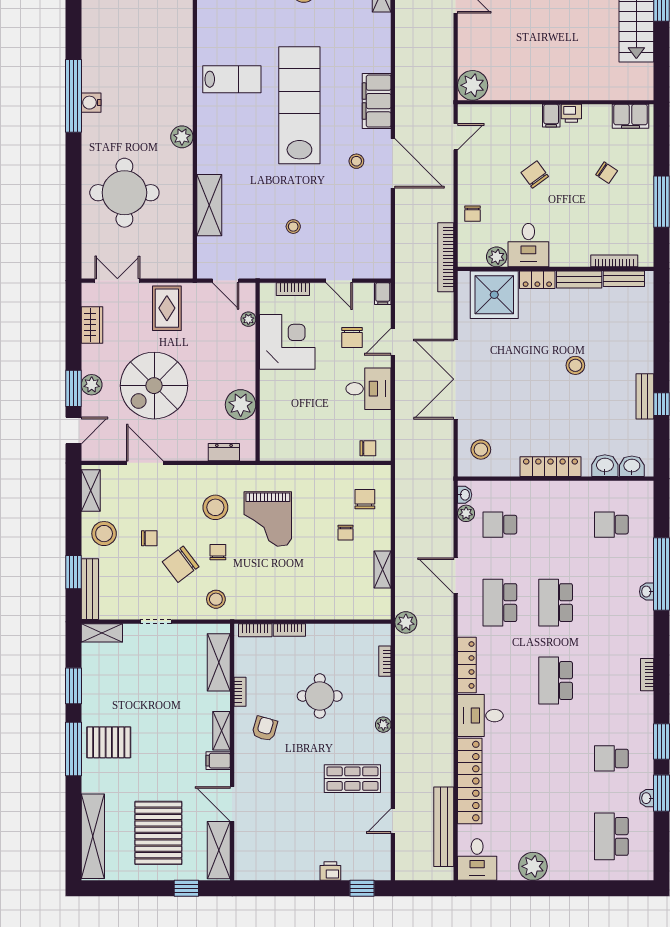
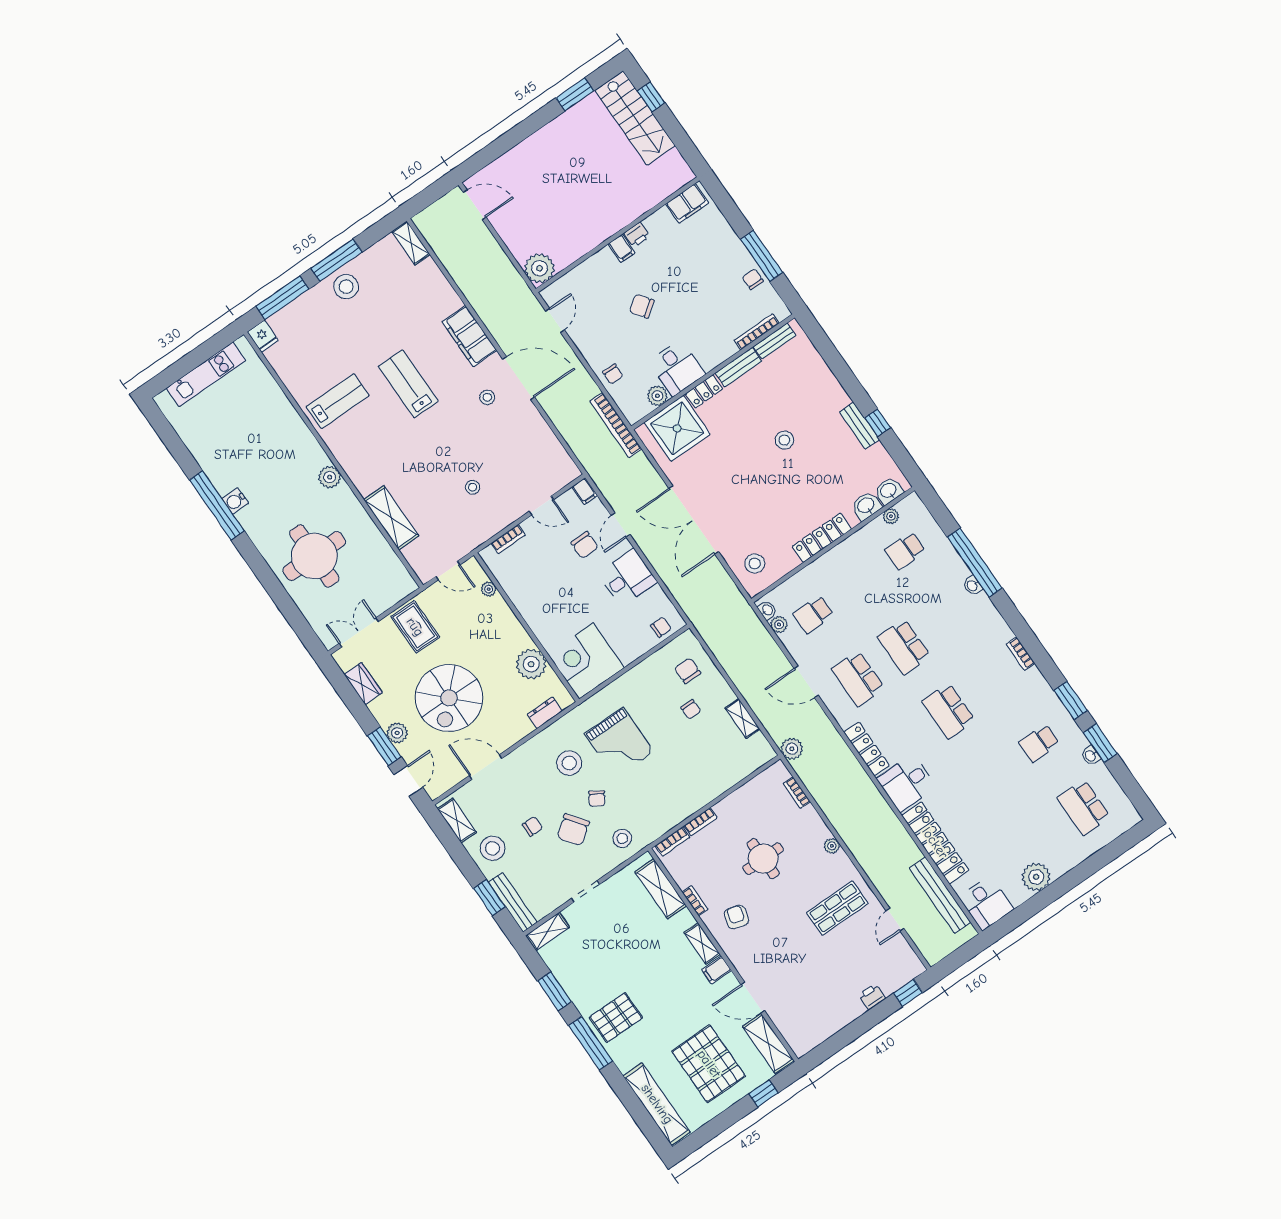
lab bench: (299, 105) -> (408, 384), width x0.54, depth x0.72
chair: (607, 173) -> (753, 279), moved, turned -124
corner desk: (287, 342) -> (586, 661), moved, turned -90
plant: (619, 488) -> (891, 516), added
chair: (218, 552) -> (597, 799), turned -148

